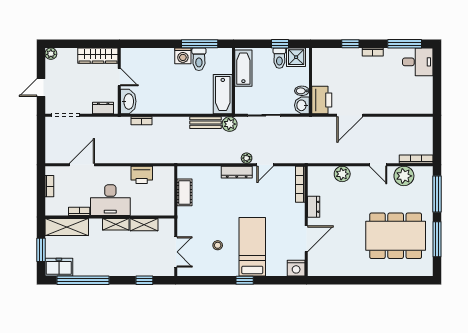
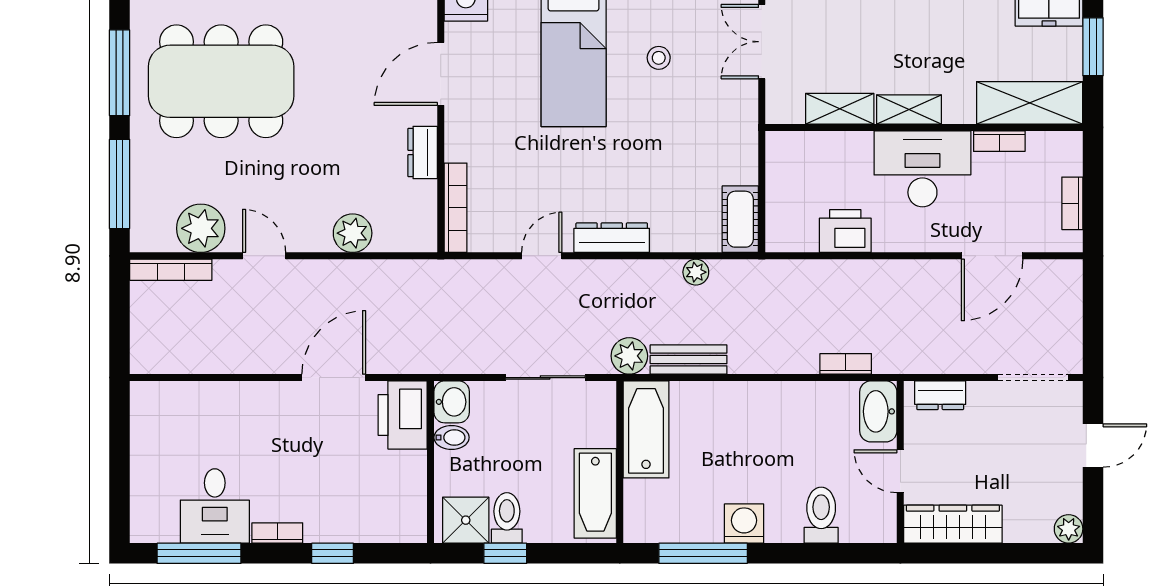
toilet: (199, 59) -> (821, 515), moved
desk: (418, 62) -> (215, 506), moved, turned -90
plant: (247, 158) -> (696, 272), moved
cot: (184, 192) -> (740, 219), moved

